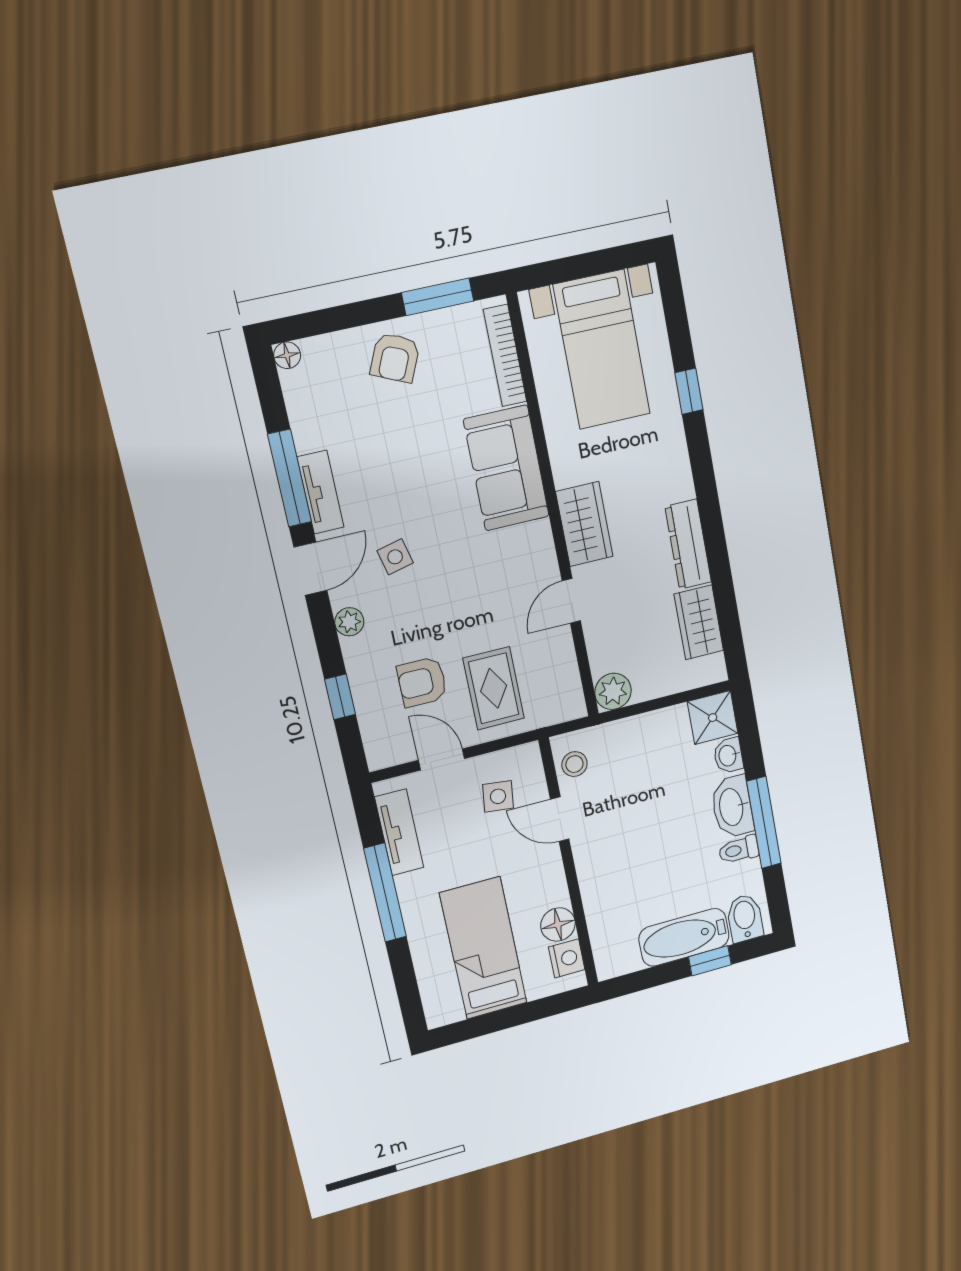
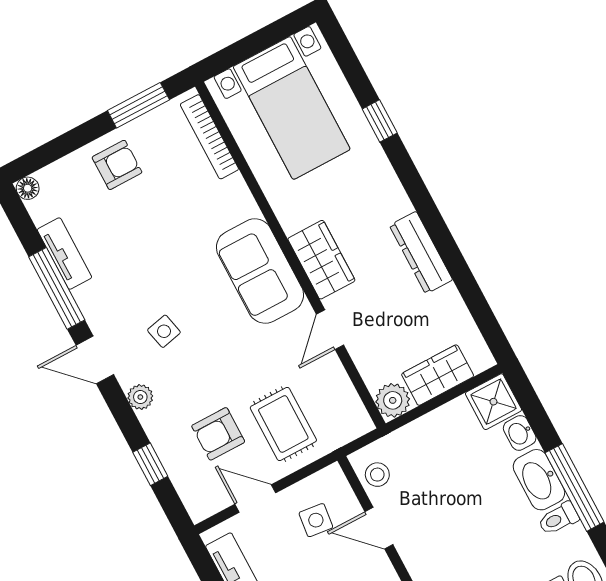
armchair: (395, 358) -> (117, 165), turned -114
sofa: (506, 468) -> (260, 271), moved
tv unit: (320, 492) -> (64, 254), moved
door: (310, 569) -> (95, 360), swing flipped
wardrobe: (699, 622) -> (438, 375), moved, turned 90

